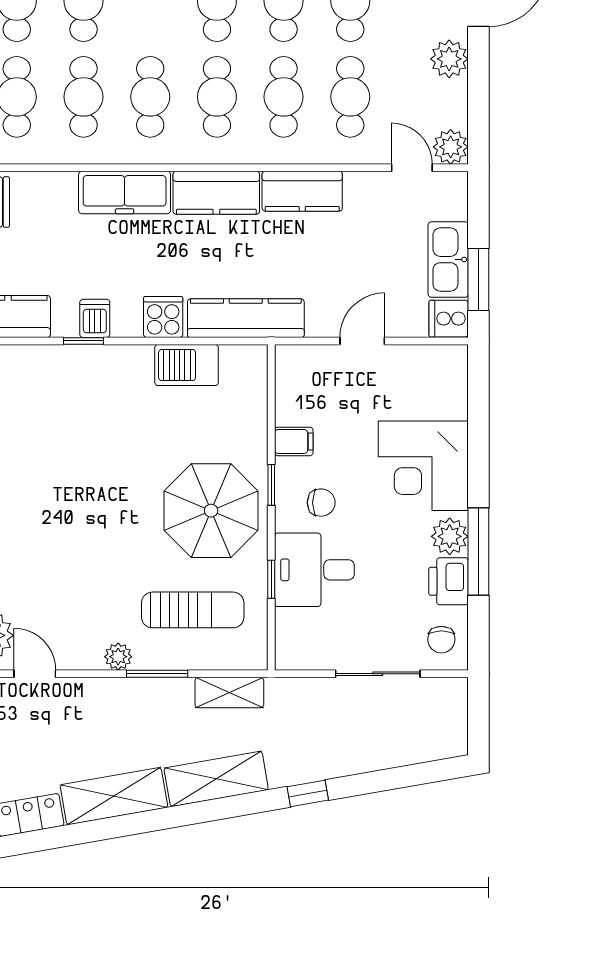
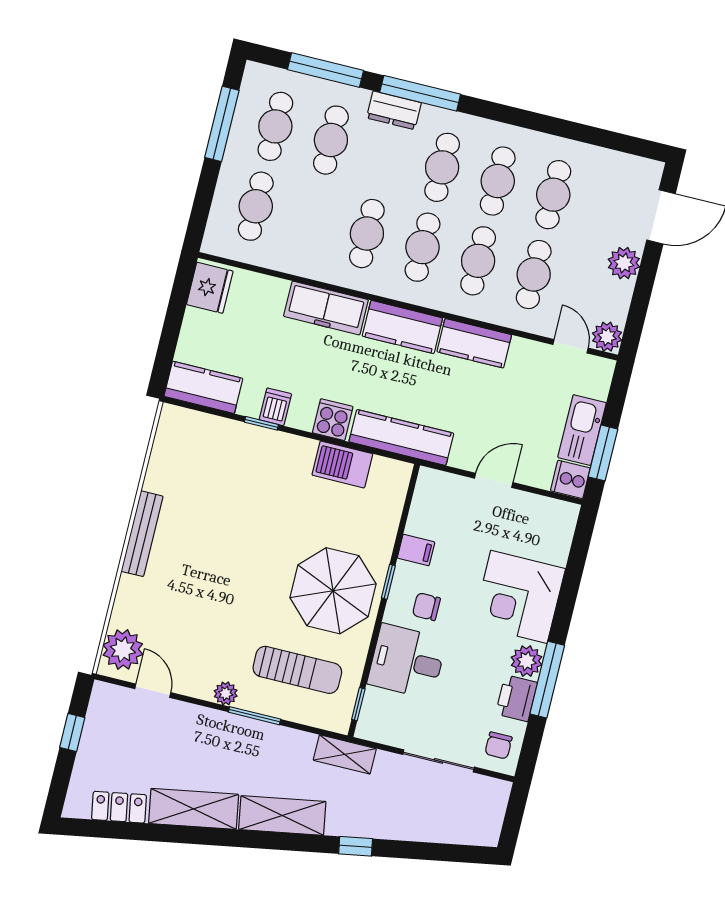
cafe table: (83, 97) -> (311, 220), removed
chair: (321, 503) -> (426, 607), turned 180
window: (271, 579) -> (358, 704), moved
shelving: (229, 693) -> (345, 754), moved

